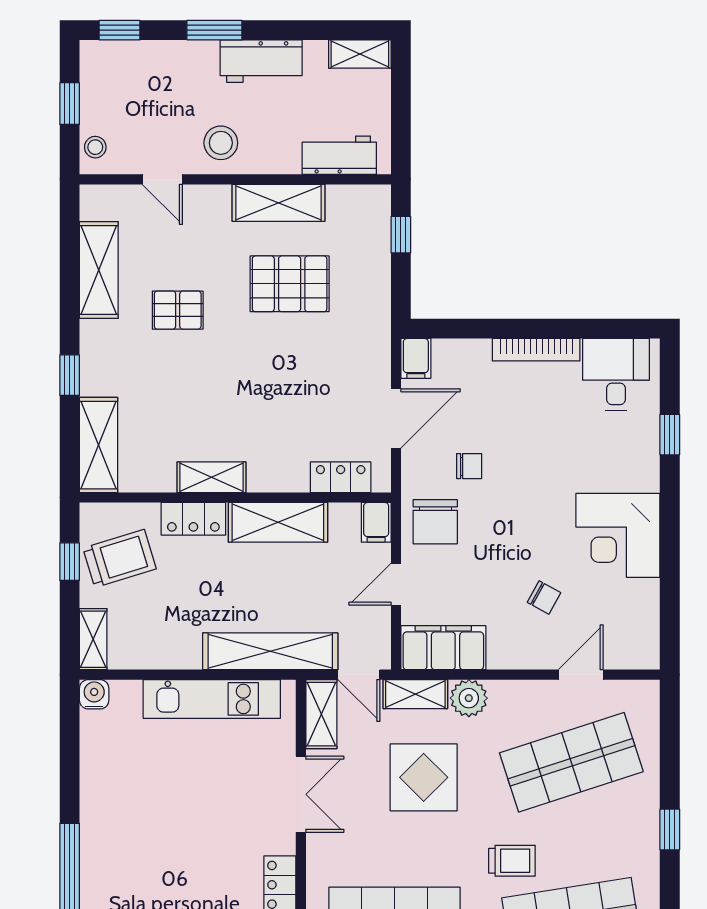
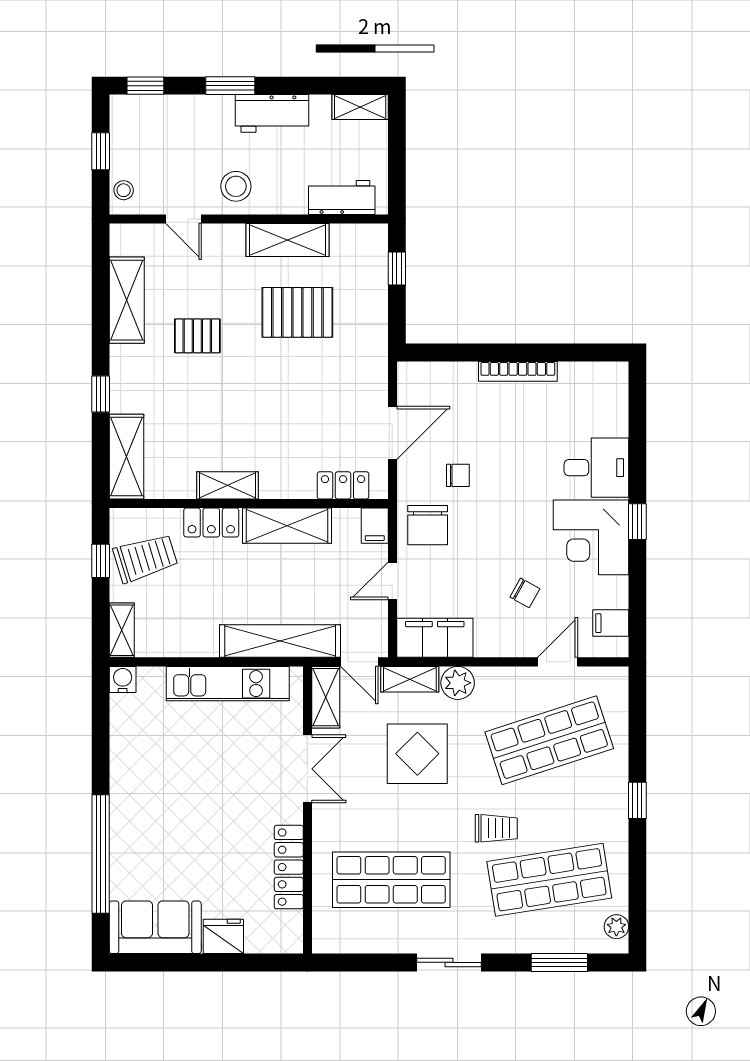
filing cabinet: (416, 358) -> (611, 623), moved, turned 90
desk: (616, 374) -> (596, 468), moved, turned 90
window: (670, 435) -> (637, 522), moved

